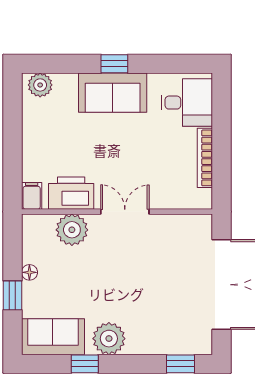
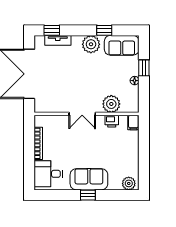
printer: (71, 193) -> (112, 121), width x0.53, depth x0.68
tv unit: (169, 346) -> (58, 40), added

